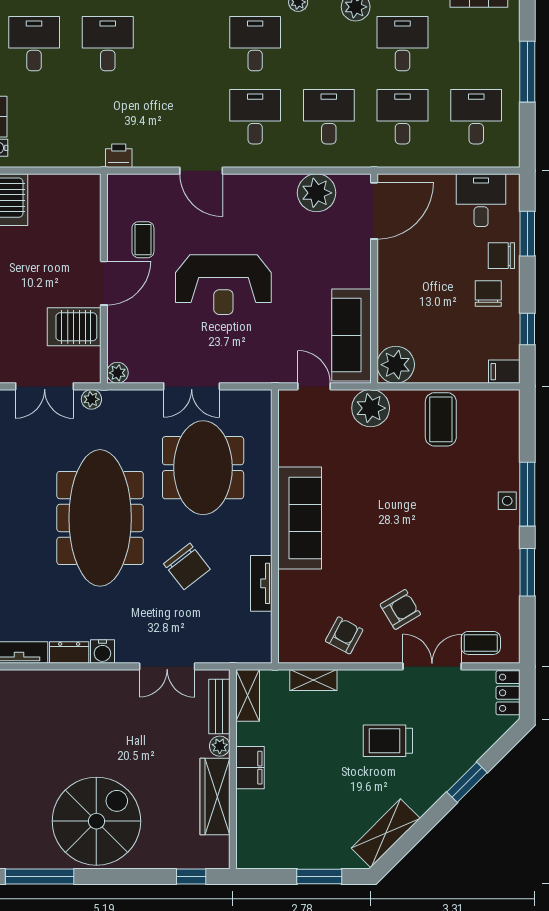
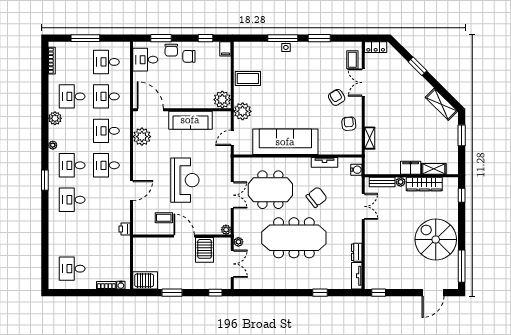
desk: (108, 44) -> (72, 200), moved
sofa: (351, 335) -> (190, 120), moved
sofa: (300, 518) -> (285, 142), width x1.36, depth x1.27
armchair: (344, 635) -> (349, 124), turned 57
water cooler: (102, 651) -> (356, 170), moved
shelving: (248, 695) -> (434, 169), moved
trolley: (388, 741) -> (398, 103), removed

